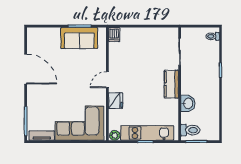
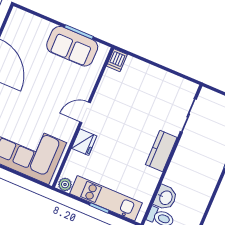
washbasin: (188, 103) -> (165, 198), moved

